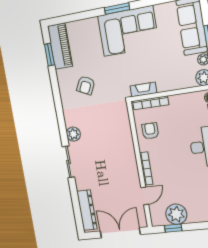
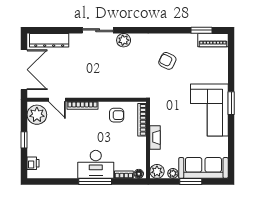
piano: (60, 46) -> (213, 40), width x0.73, depth x0.75
fireplace: (143, 89) -> (155, 137), moved
plant: (176, 214) -> (37, 115), moved
window: (173, 228) -> (24, 140), moved

